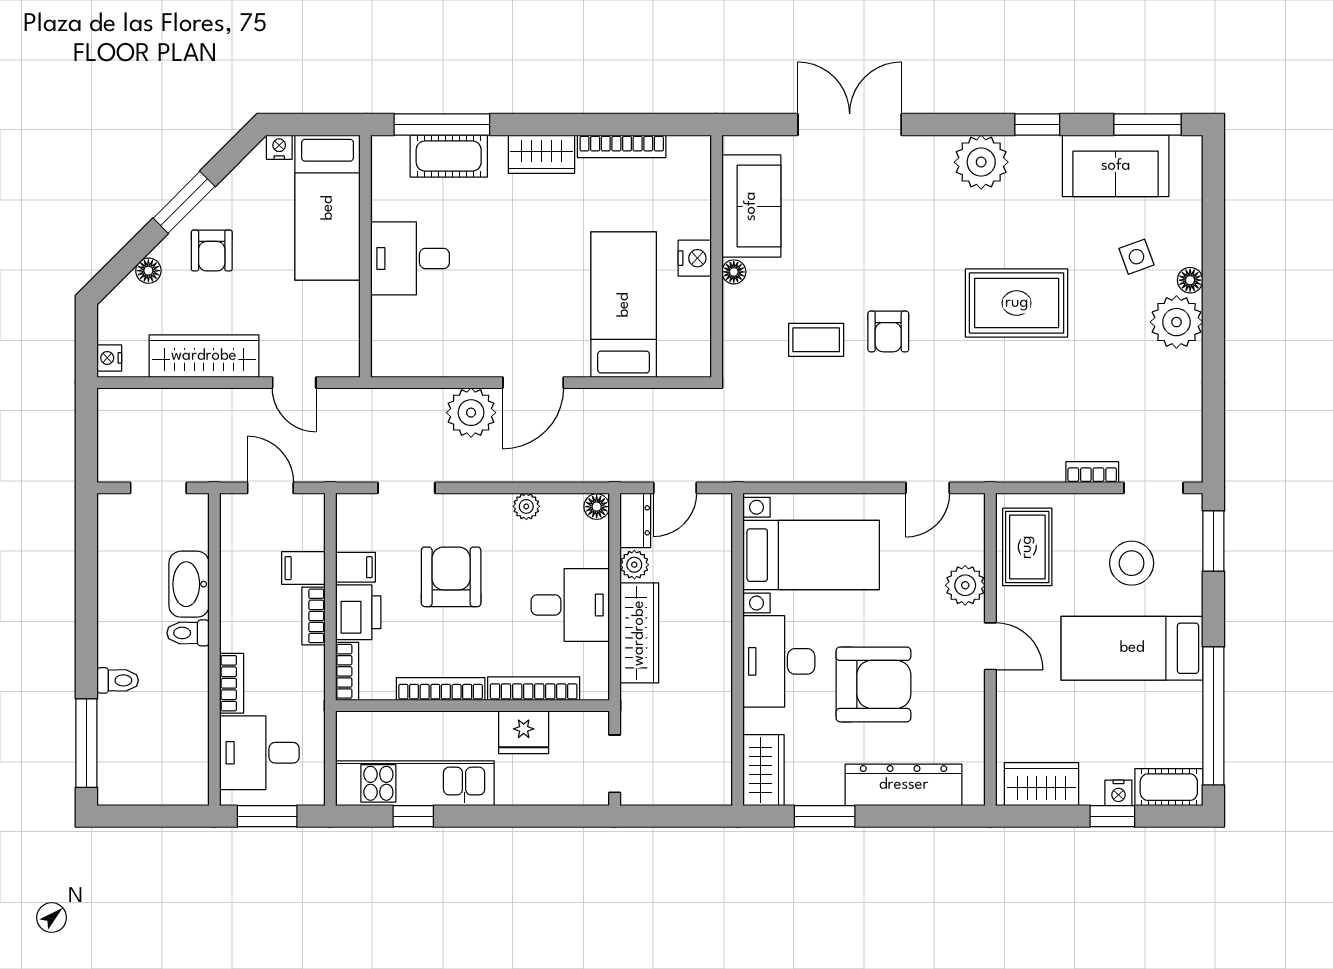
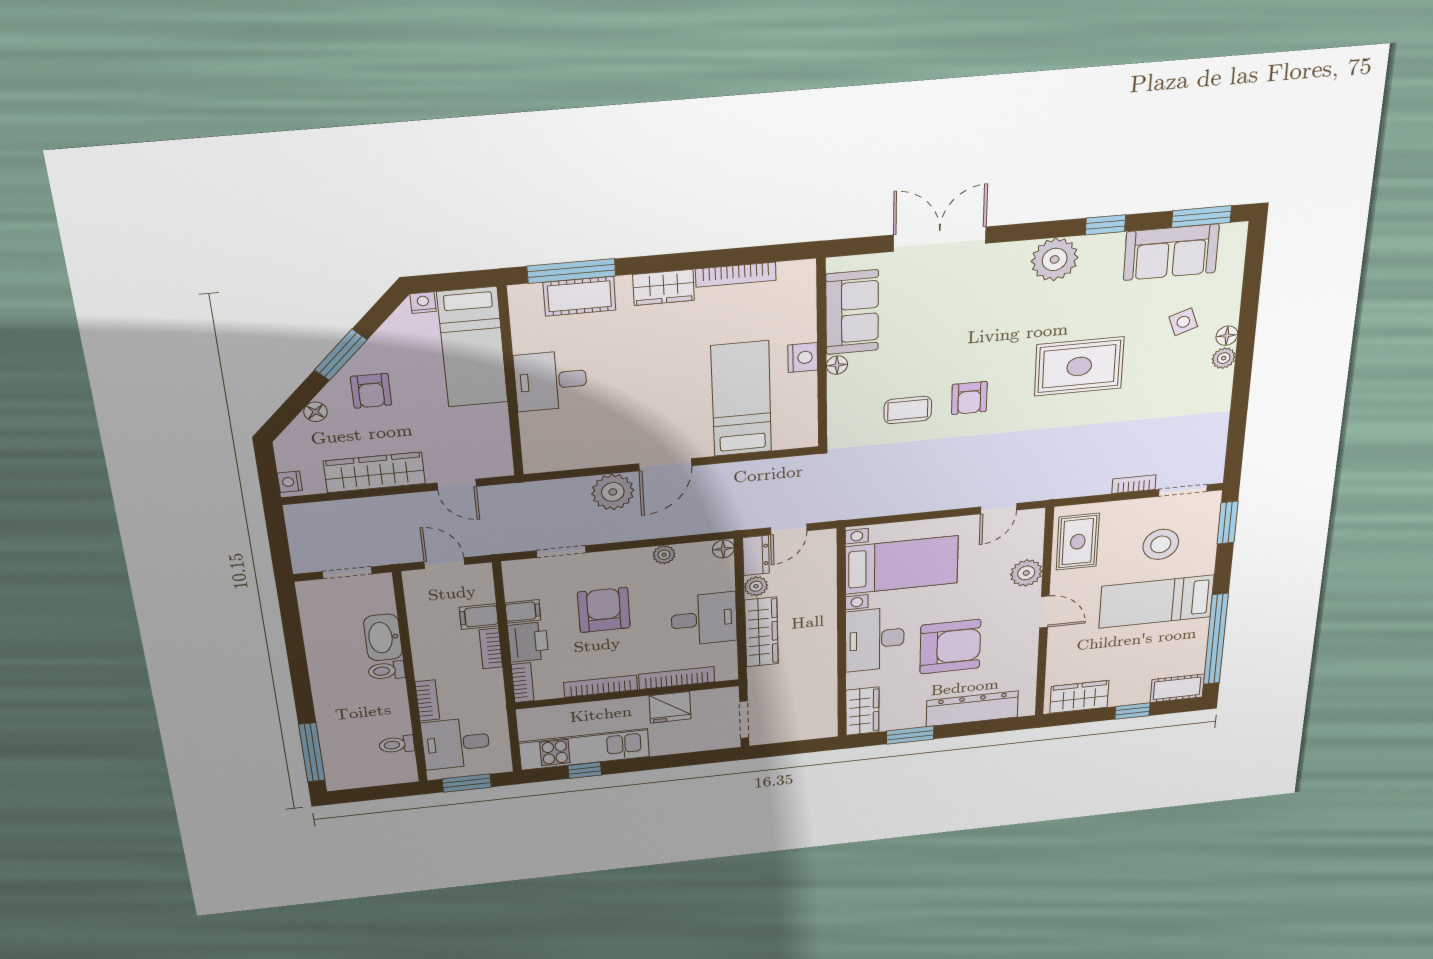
plant: (1176, 322) -> (1224, 358), width x0.53, depth x0.53
toilet: (118, 680) -> (397, 745), moved, turned 180
nightstand: (1118, 793) -> (1138, 696), removed

